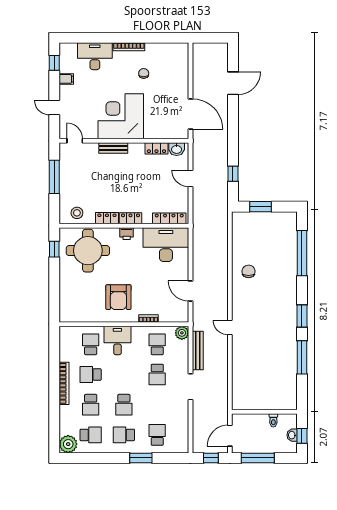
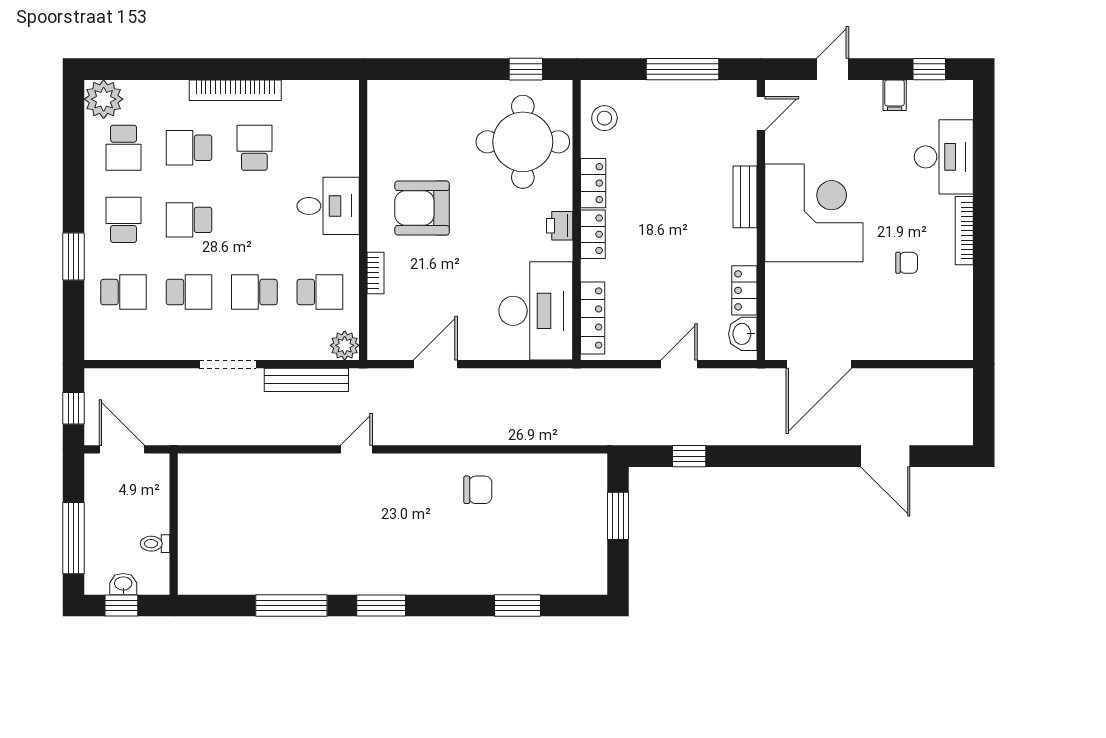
window: (302, 253) -> (517, 606), width x0.47
school desk: (91, 344) -> (189, 292), moved
window: (258, 458) -> (74, 538), moved

